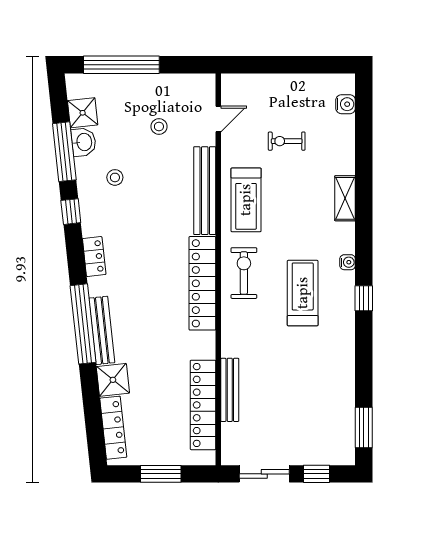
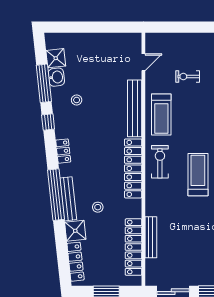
window: (121, 65) -> (81, 27), removed
stool: (159, 127) -> (98, 207), moved

